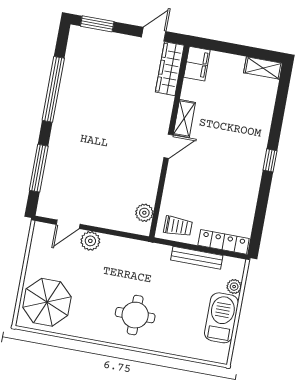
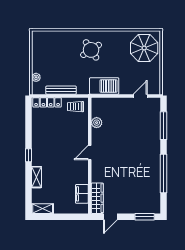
filing cabinet: (197, 64) -> (82, 194), moved
shelving: (184, 118) -> (37, 177), moved
plant: (144, 213) -> (97, 123), moved
plant: (90, 241) -> (125, 89), removed
round table: (135, 315) -> (91, 50), turned -33
barbecue: (221, 318) -> (104, 86), moved, turned -90

